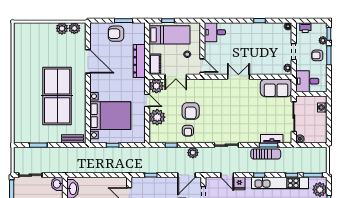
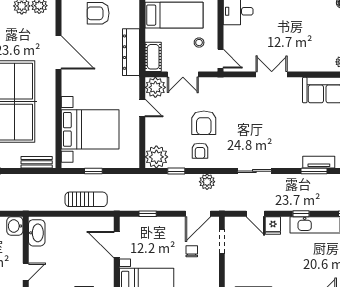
plant: (157, 117) -> (156, 157), moved
sun lounger: (266, 154) -> (86, 199), moved

